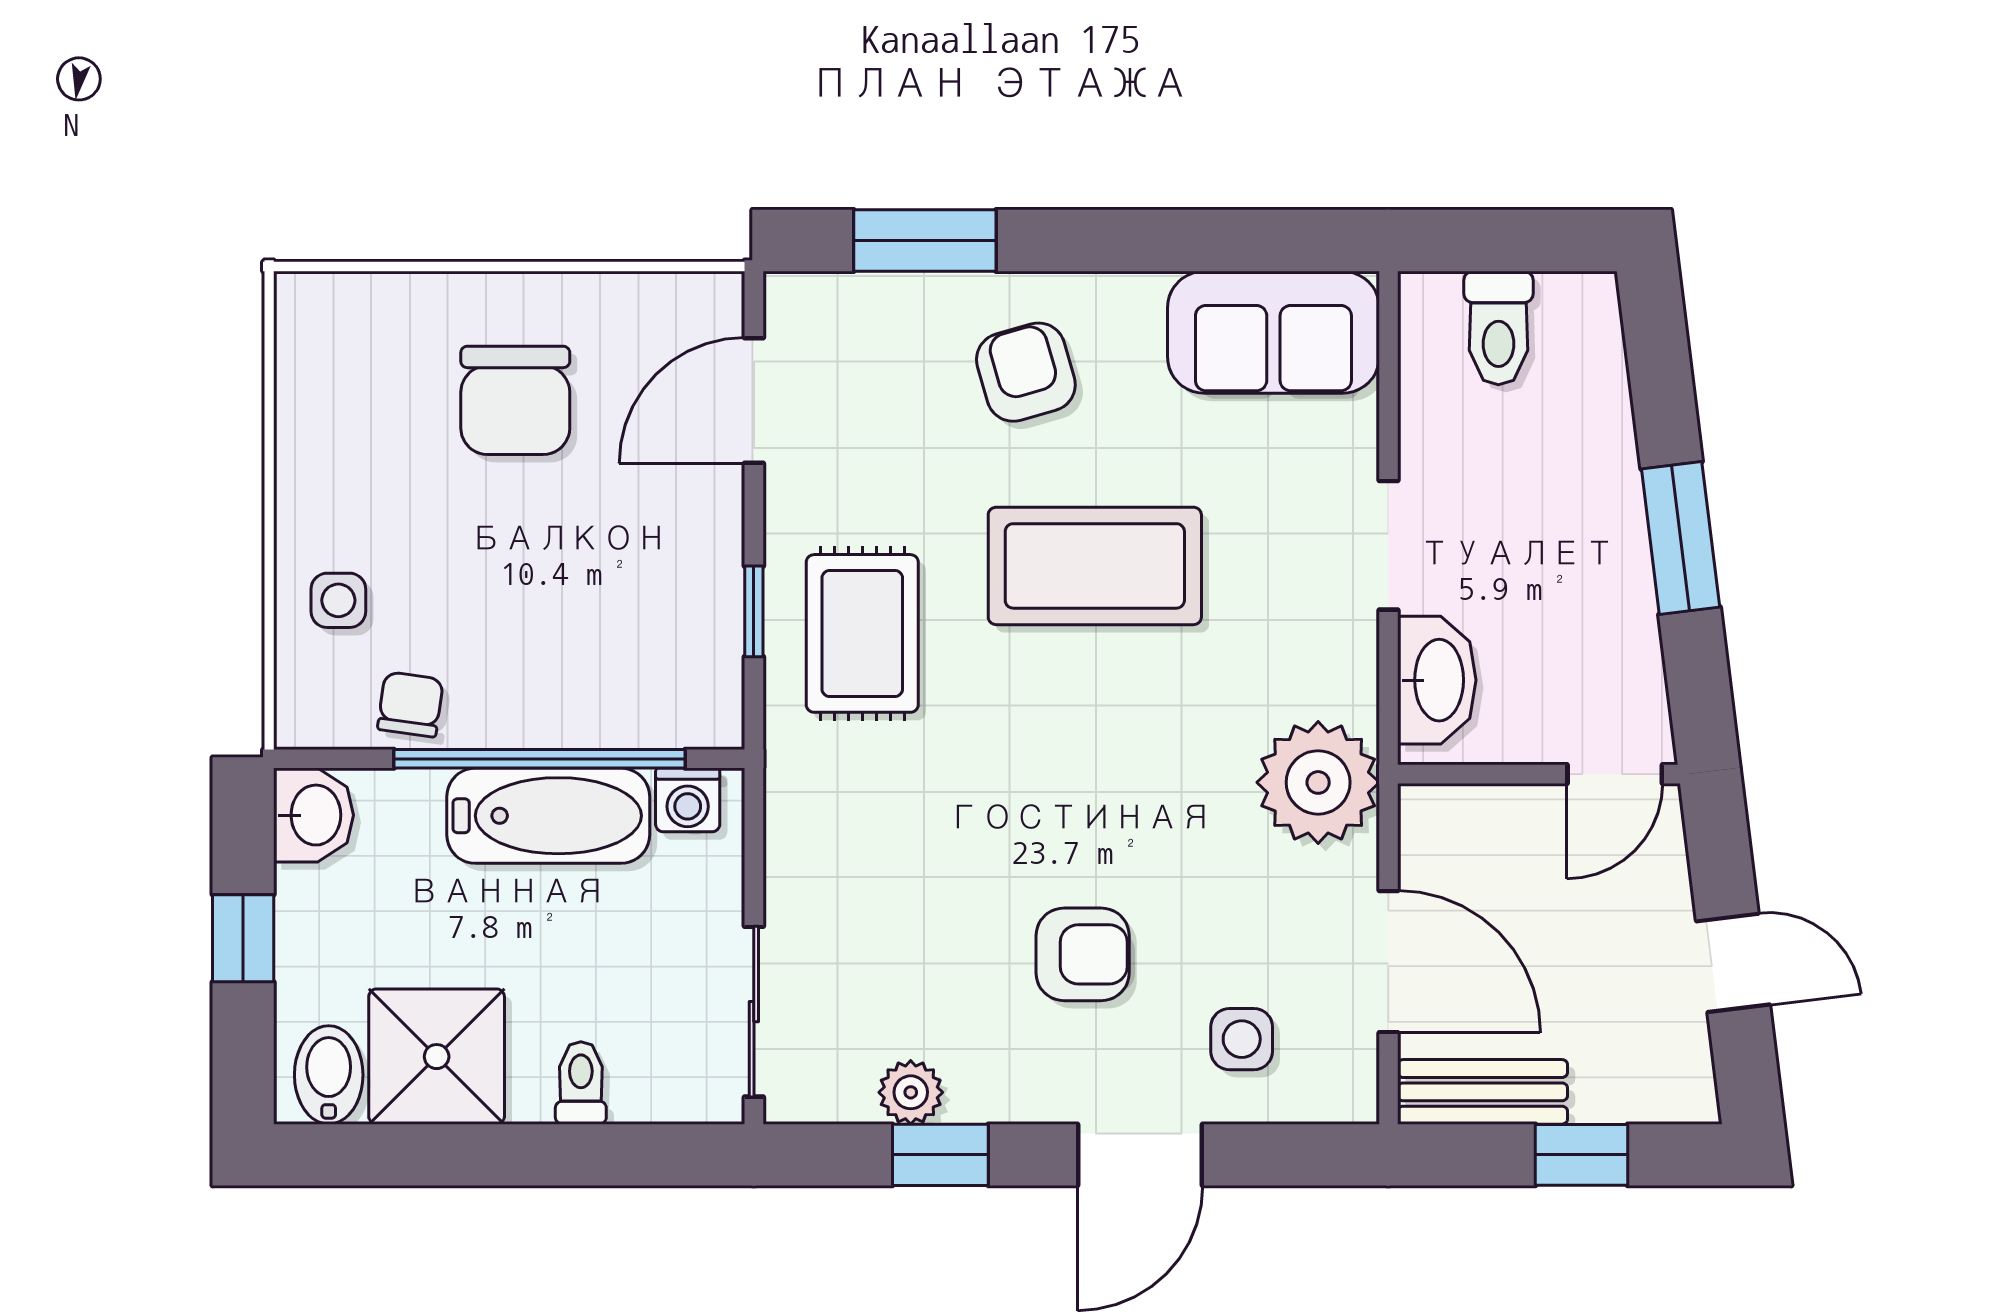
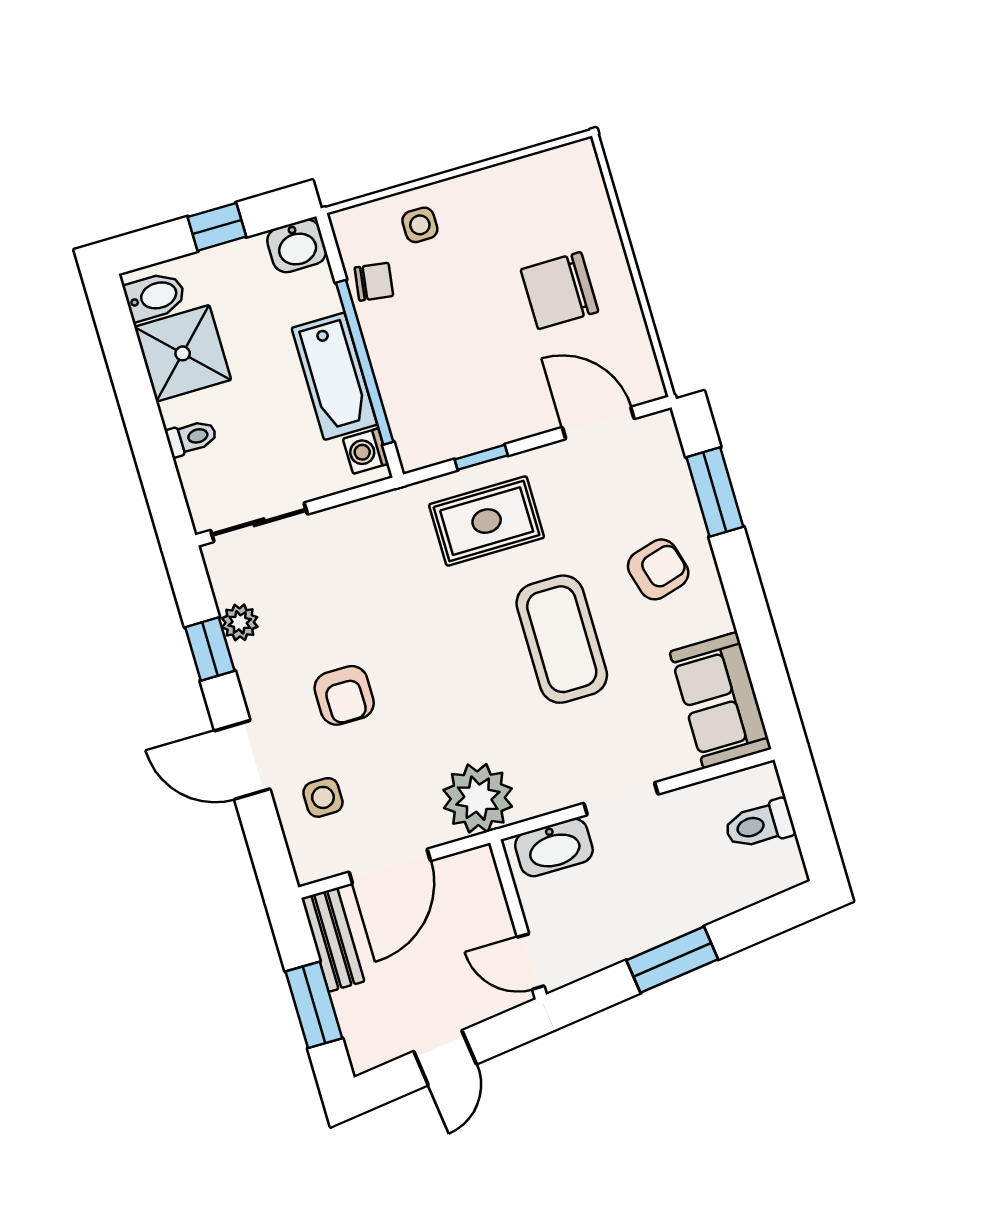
window: (1581, 1155) -> (314, 1005), width x1.50

